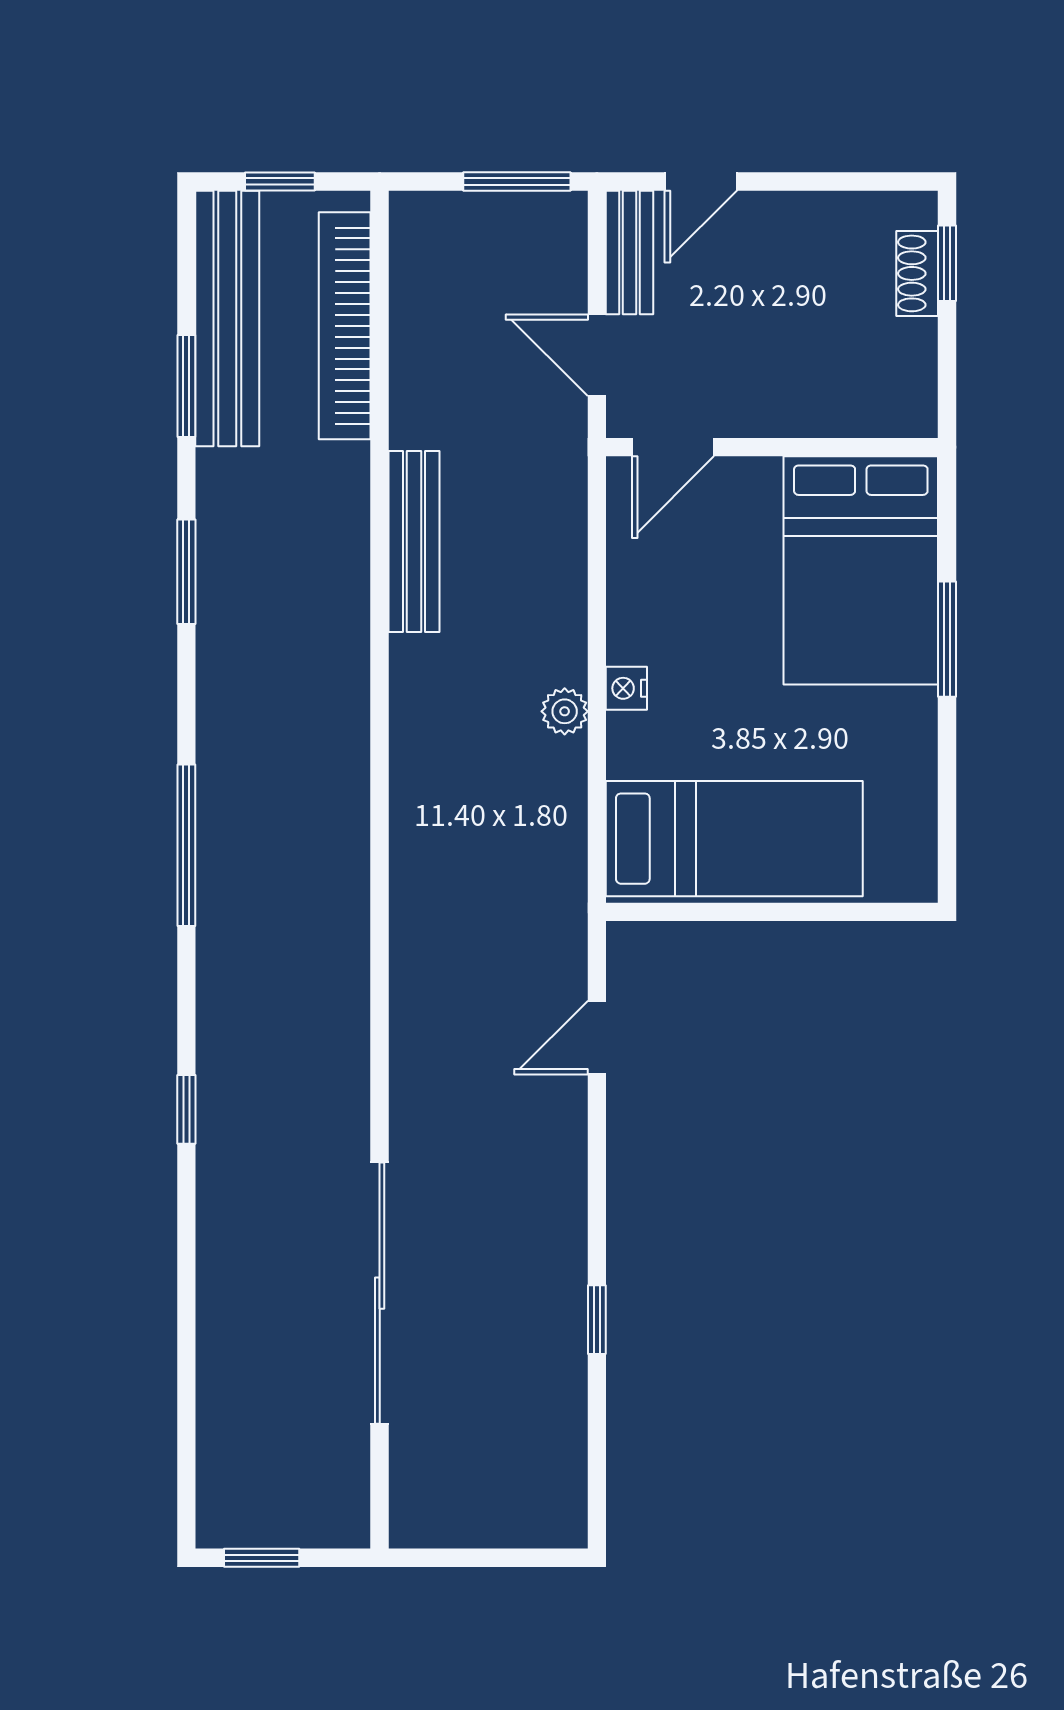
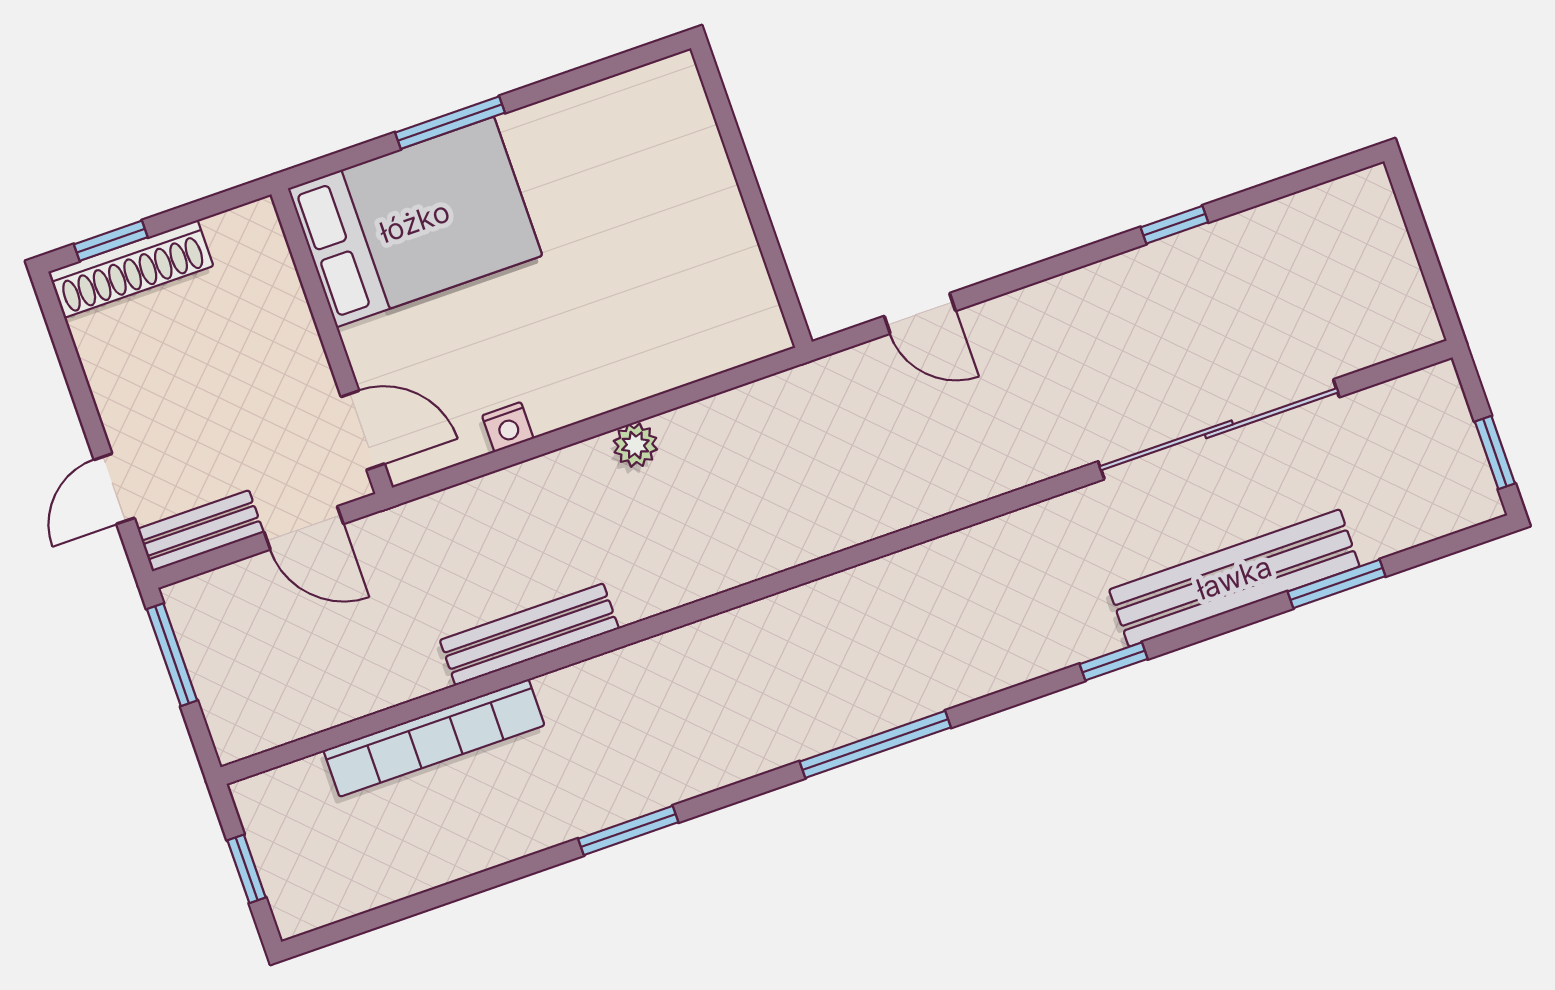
door: (701, 182) -> (114, 489), swing flipped
shoe rack: (917, 273) -> (131, 269), width x1.94, depth x1.24
bench: (227, 319) -> (1234, 578), moved
bookcase: (345, 326) -> (434, 738), moved
door: (597, 355) -> (304, 528), hinge flipped
window: (186, 386) -> (1337, 584), moved
nightstand: (626, 688) -> (508, 427), moved
bed: (734, 839) -> (697, 252), removed

